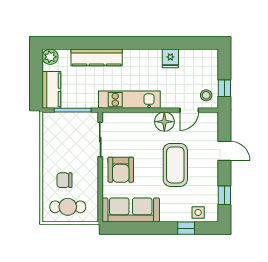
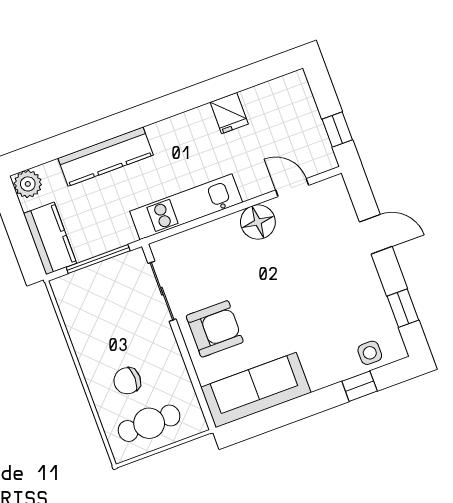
stool: (206, 95) -> (311, 152), removed
door: (189, 110) -> (292, 188), swing flipped
coffee table: (175, 165) -> (303, 288), removed
armchair: (121, 170) -> (215, 329), turned -90

